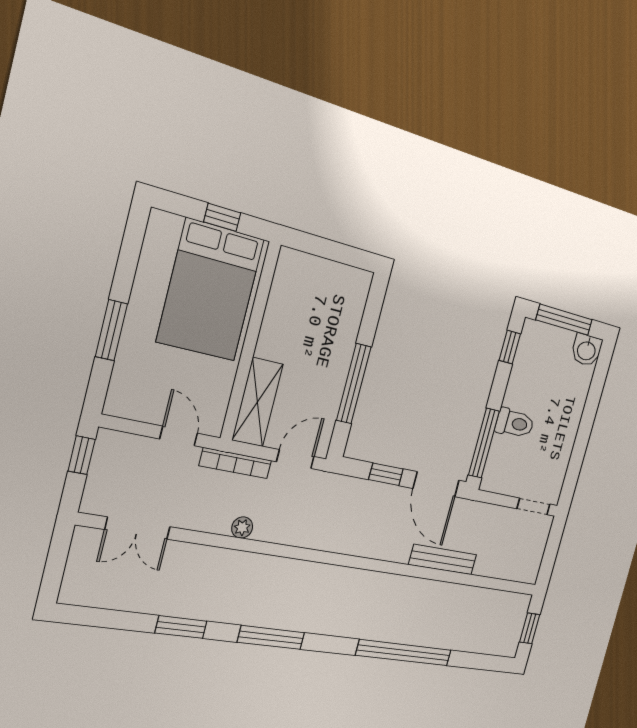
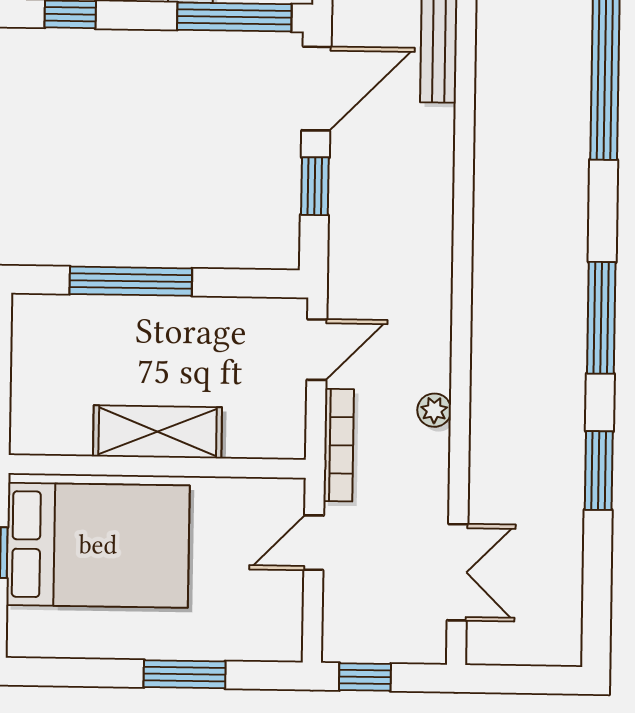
window: (354, 384) -> (131, 281), moved
shelving: (258, 402) -> (158, 432), moved
door: (295, 459) -> (317, 350), swing flipped

